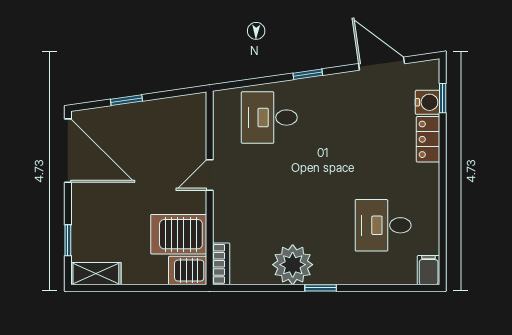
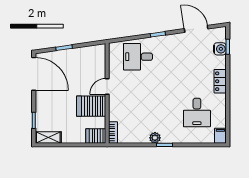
locker: (428, 139) -> (220, 81), moved
desk: (383, 225) -> (197, 113), turned -90
server rack: (179, 234) -> (91, 106), moved
plant: (293, 265) -> (155, 138), width x0.53, depth x0.53

